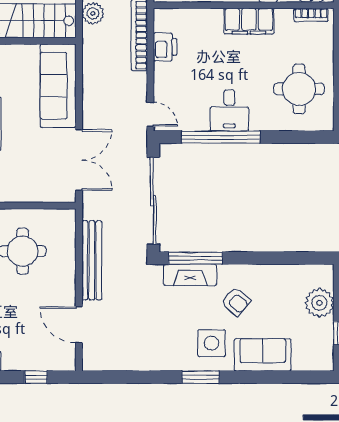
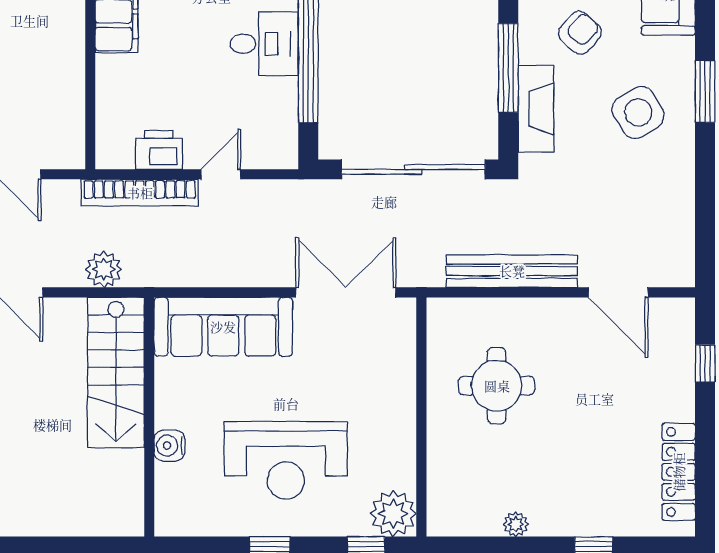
door: (150, 114) -> (221, 174), moved
window: (195, 258) -> (508, 68), moved
door: (79, 325) -> (618, 292), hinge flipped
side table: (212, 343) -> (638, 112), moved, turned -31

